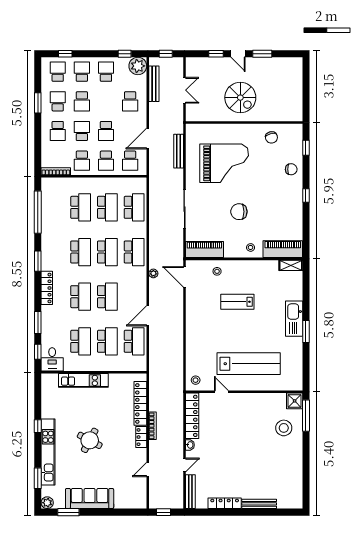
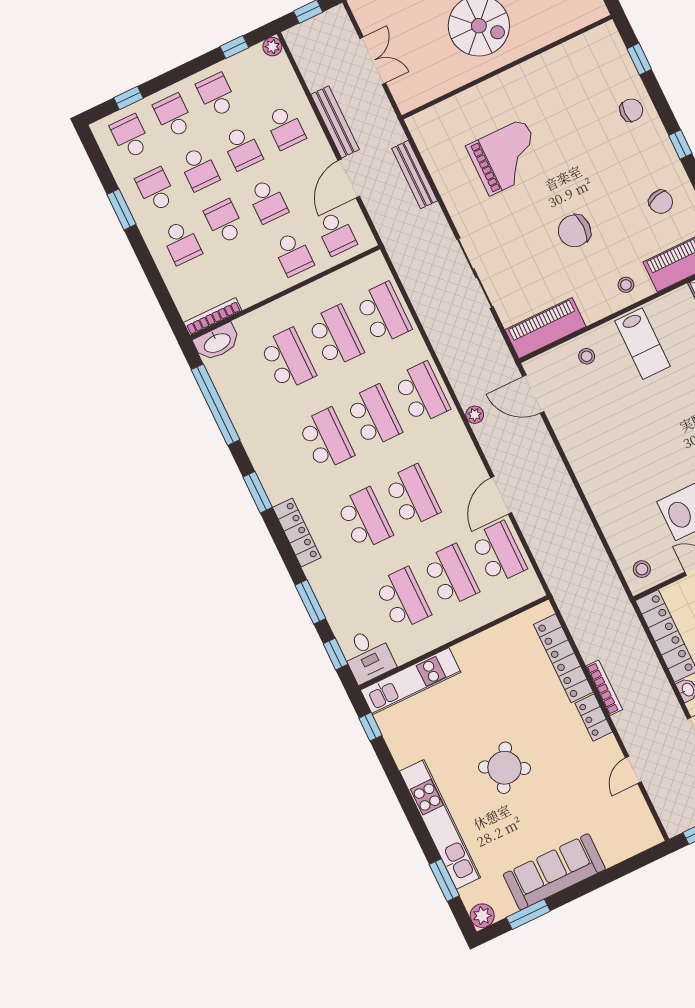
plant: (138, 66) -> (272, 47), width x0.53, depth x0.53
bench: (154, 84) -> (335, 122), moved
chair: (271, 137) -> (661, 202), moved
school desk: (82, 161) -> (242, 148), moved
grand piano: (224, 163) -> (506, 157), width x0.73, depth x0.68
washbasin: (52, 184) -> (217, 342), added
lab bench: (237, 302) -> (643, 344), moved, turned -90
kitchen unit: (83, 380) -> (411, 681), moved
window: (38, 426) -> (370, 727), moved

